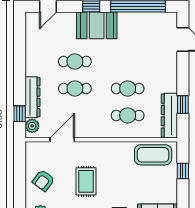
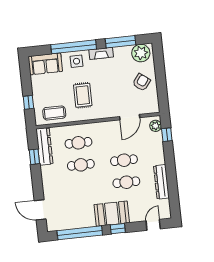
dresser: (32, 97) -> (161, 182), moved
coffee table: (153, 155) -> (54, 113), width x0.73, depth x0.76
rug: (86, 181) -> (83, 95), moved

